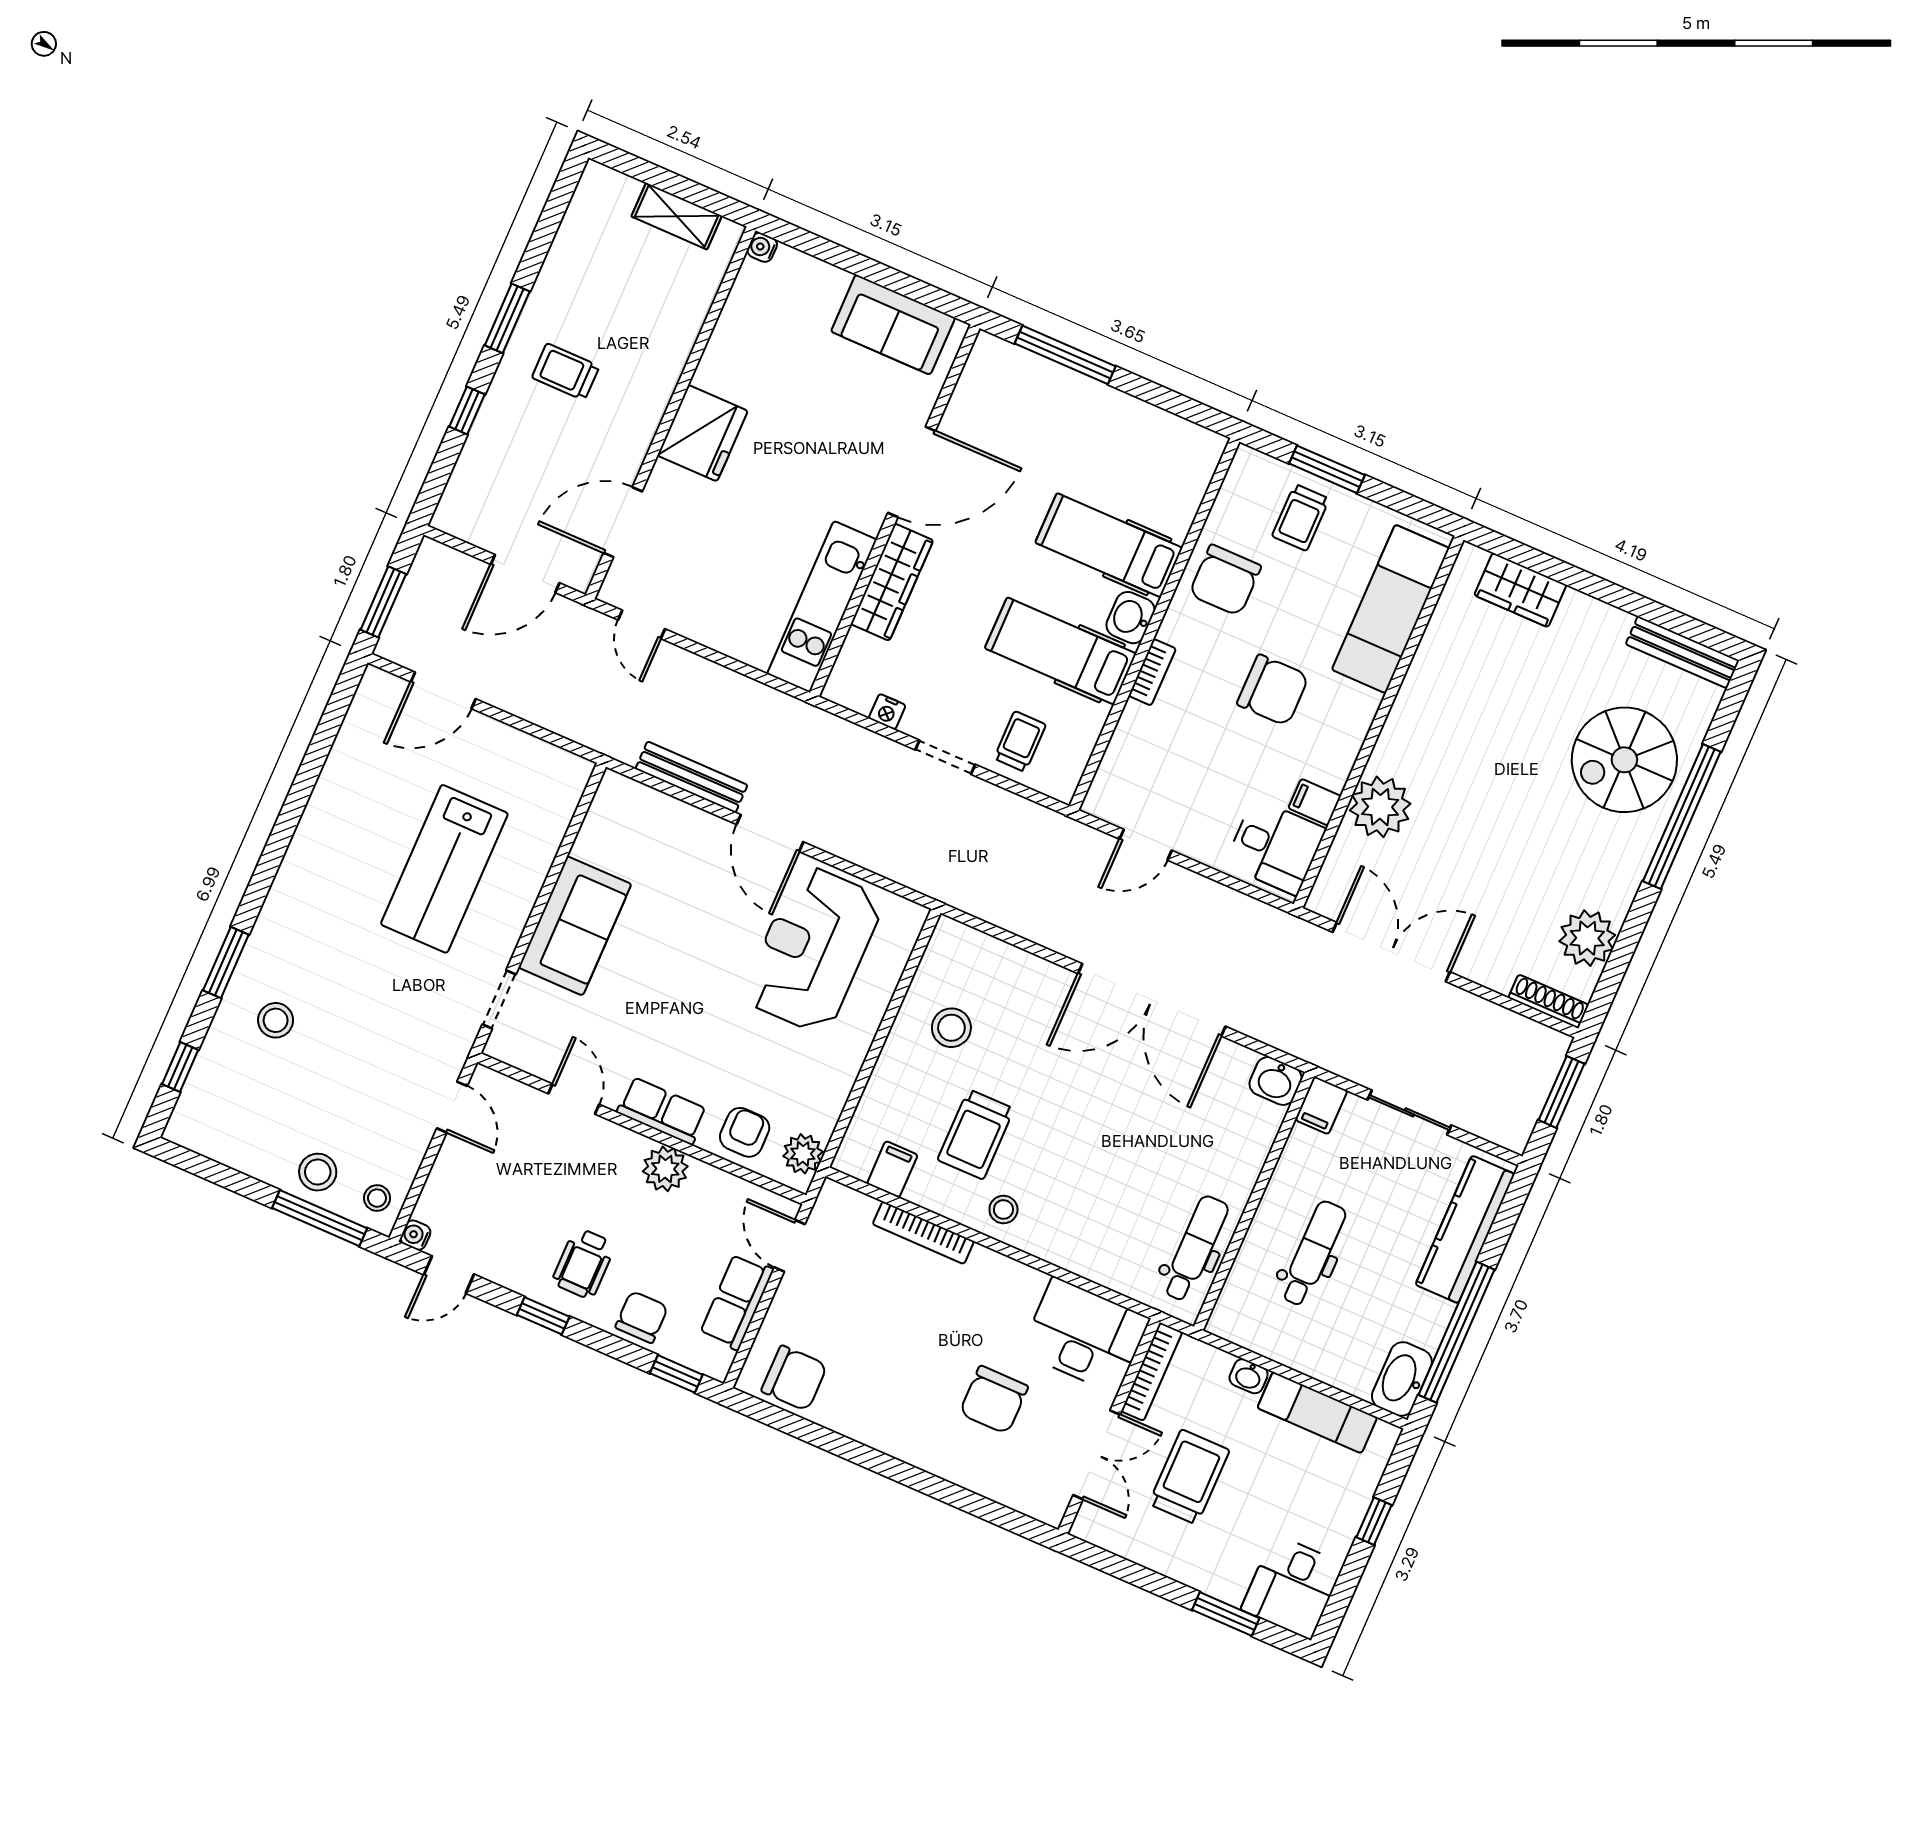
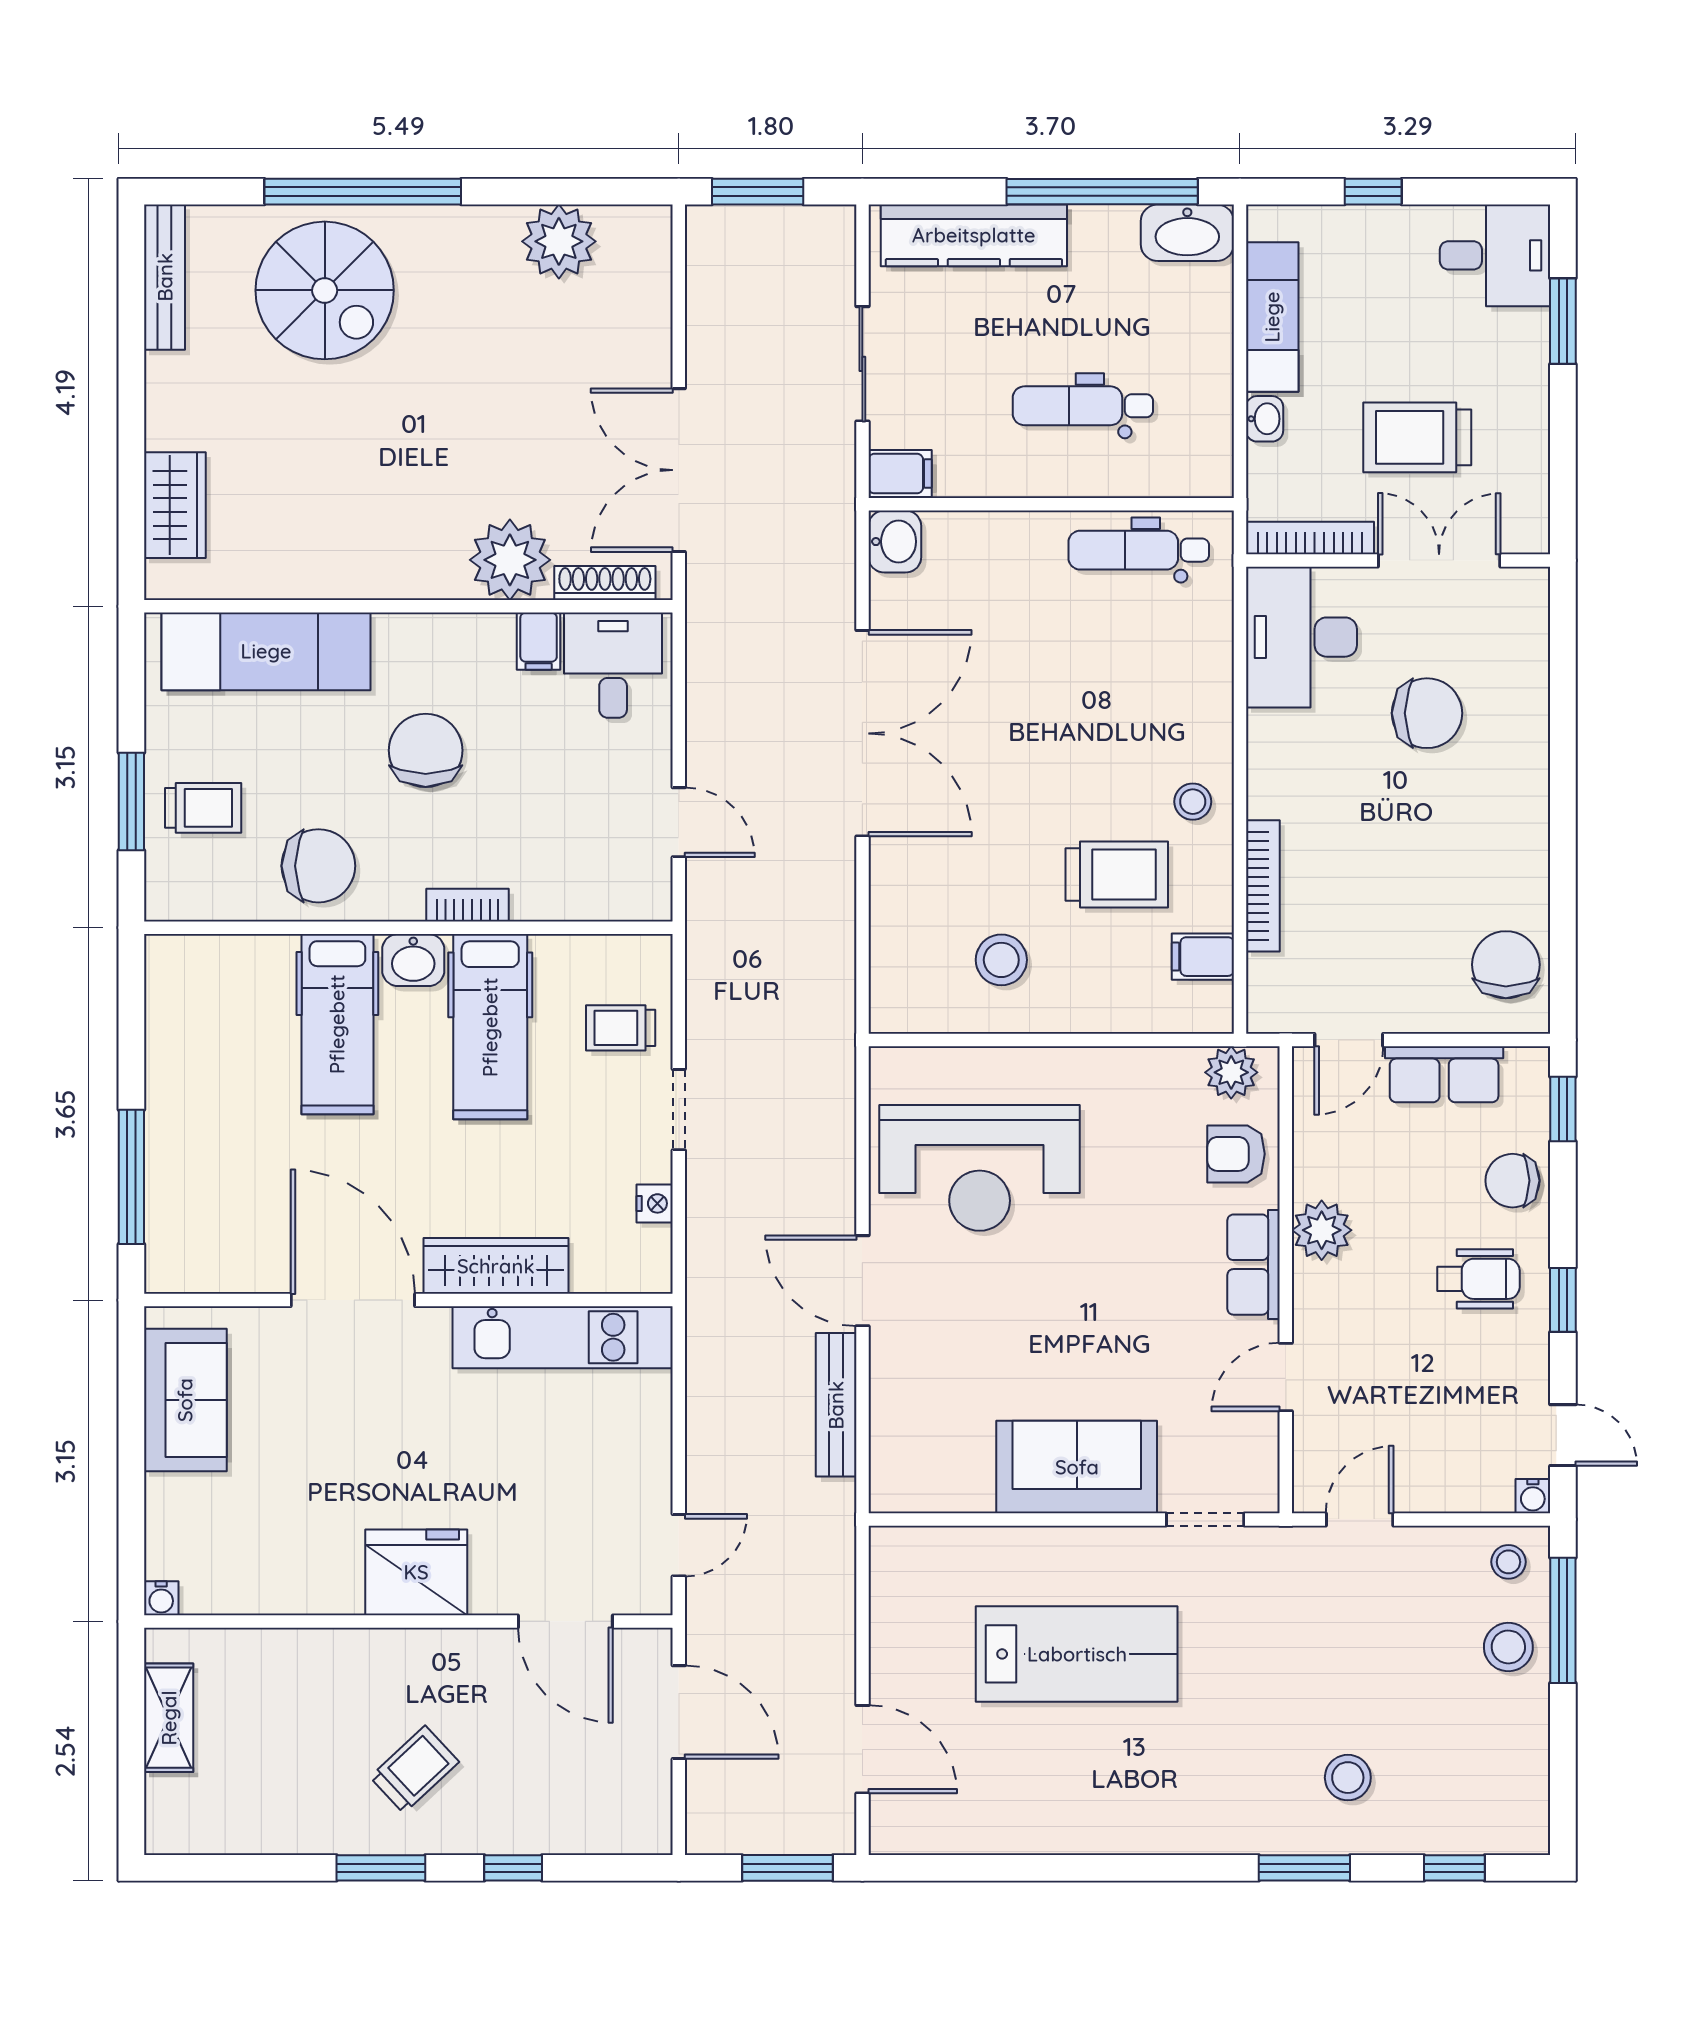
trolley: (566, 372) -> (414, 1769), turned -133
door: (770, 833) -> (862, 1281), swing flipped
shoe rack: (1548, 1001) -> (605, 583), moved, turned 90

